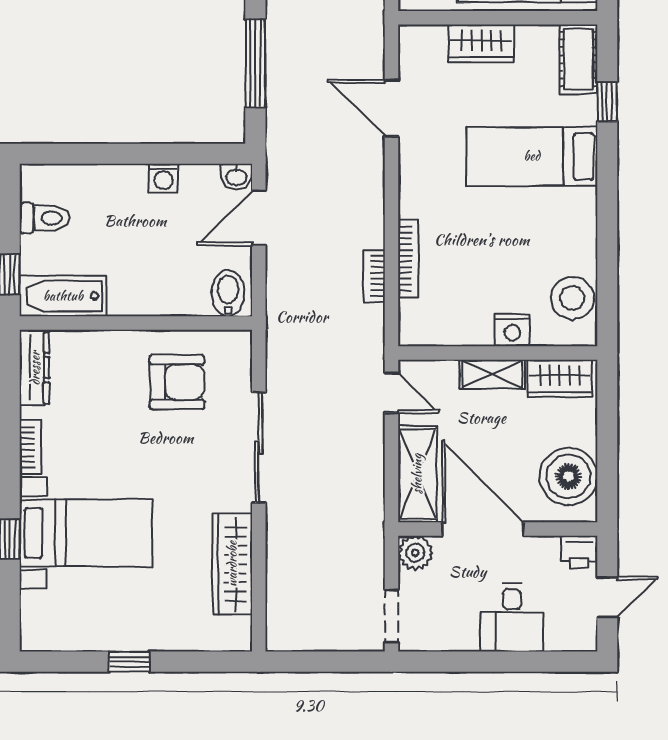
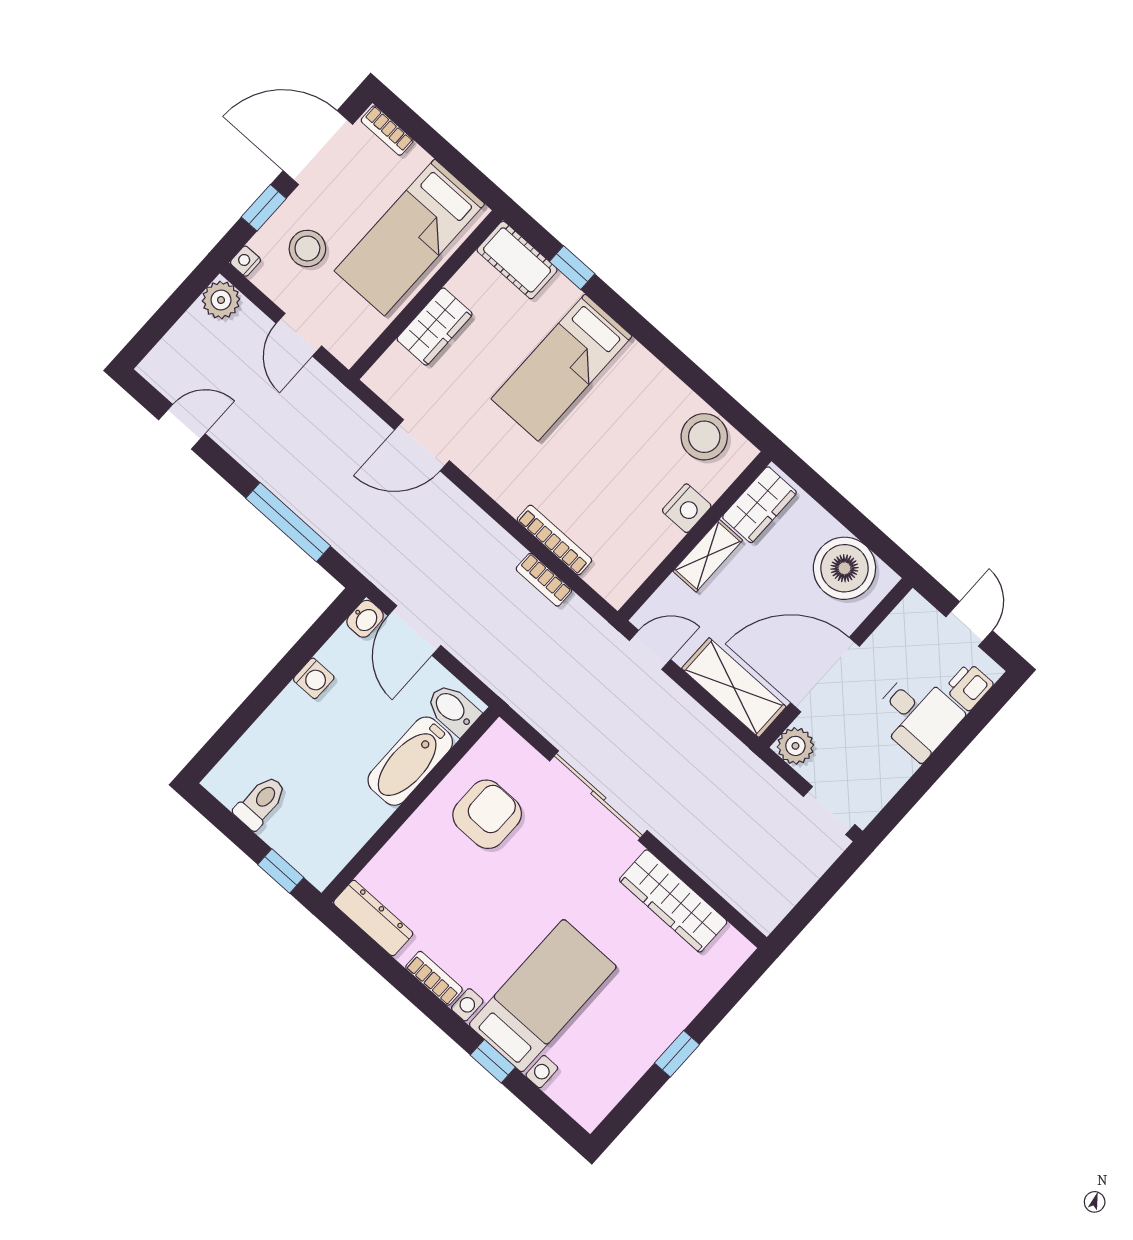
bathtub: (63, 296) -> (410, 761), moved
printer: (579, 552) -> (969, 686), moved, turned 180

